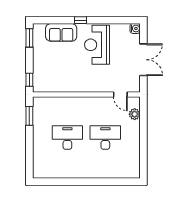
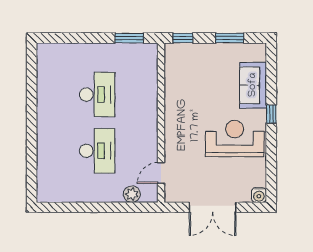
window: (29, 38) -> (230, 38), moved

